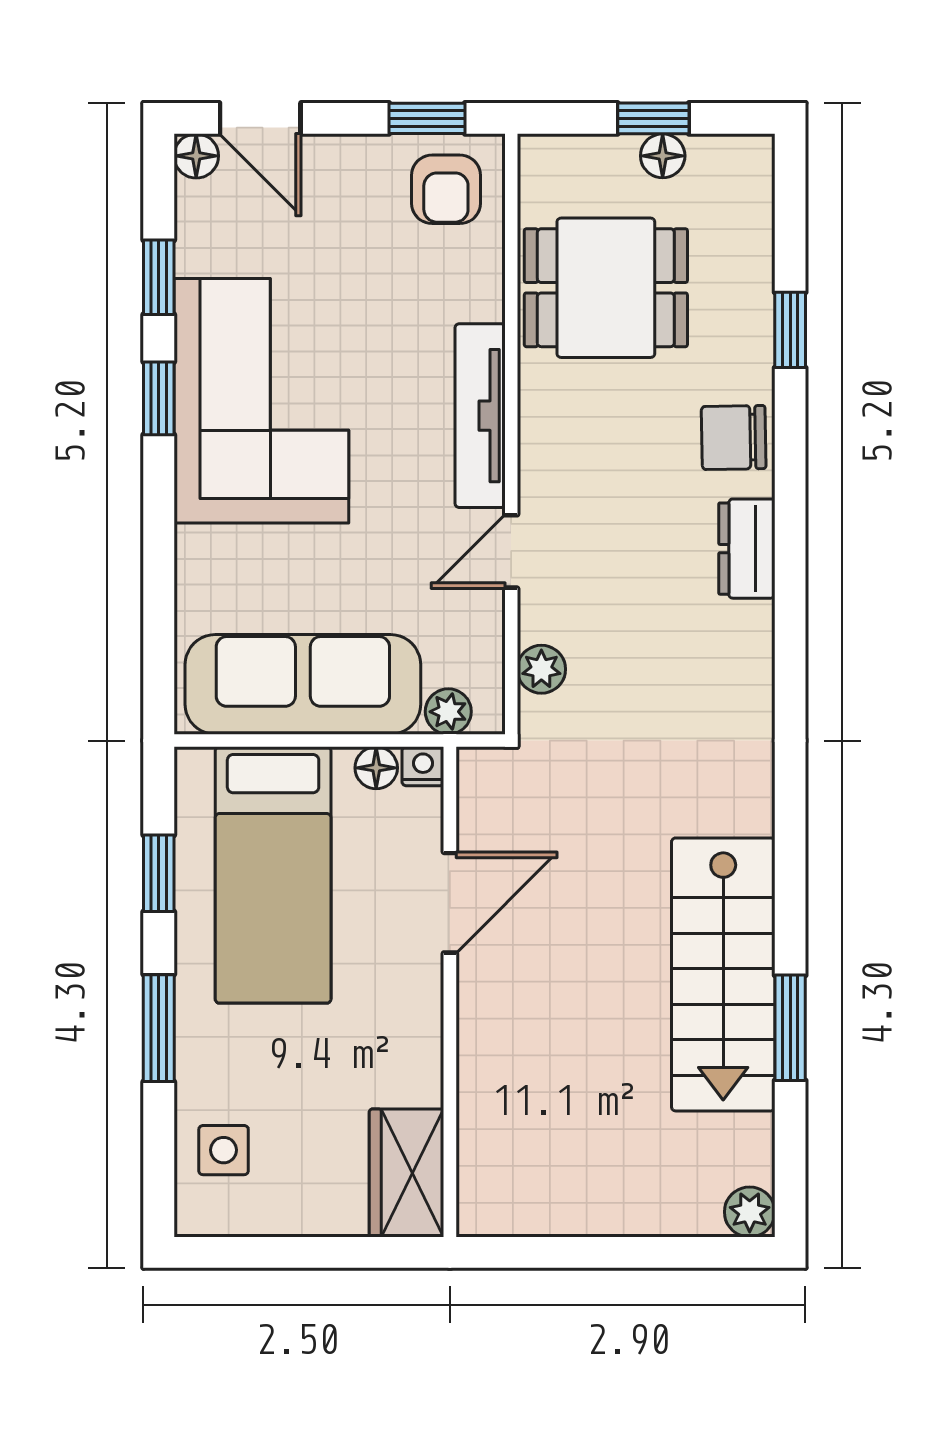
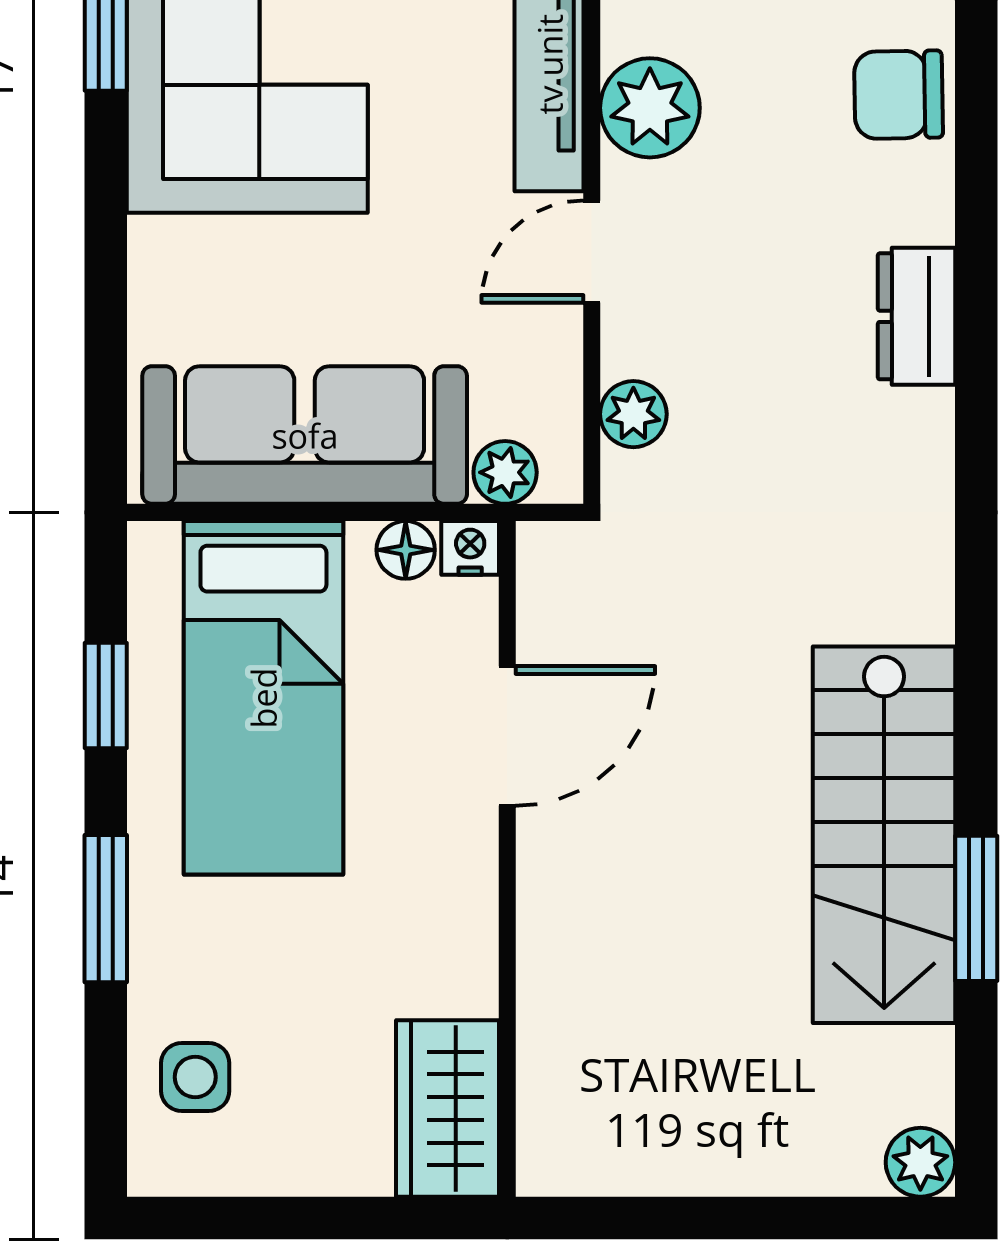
plant: (553, 447) -> (650, 108), added
dresser: (747, 549) -> (917, 316), moved

